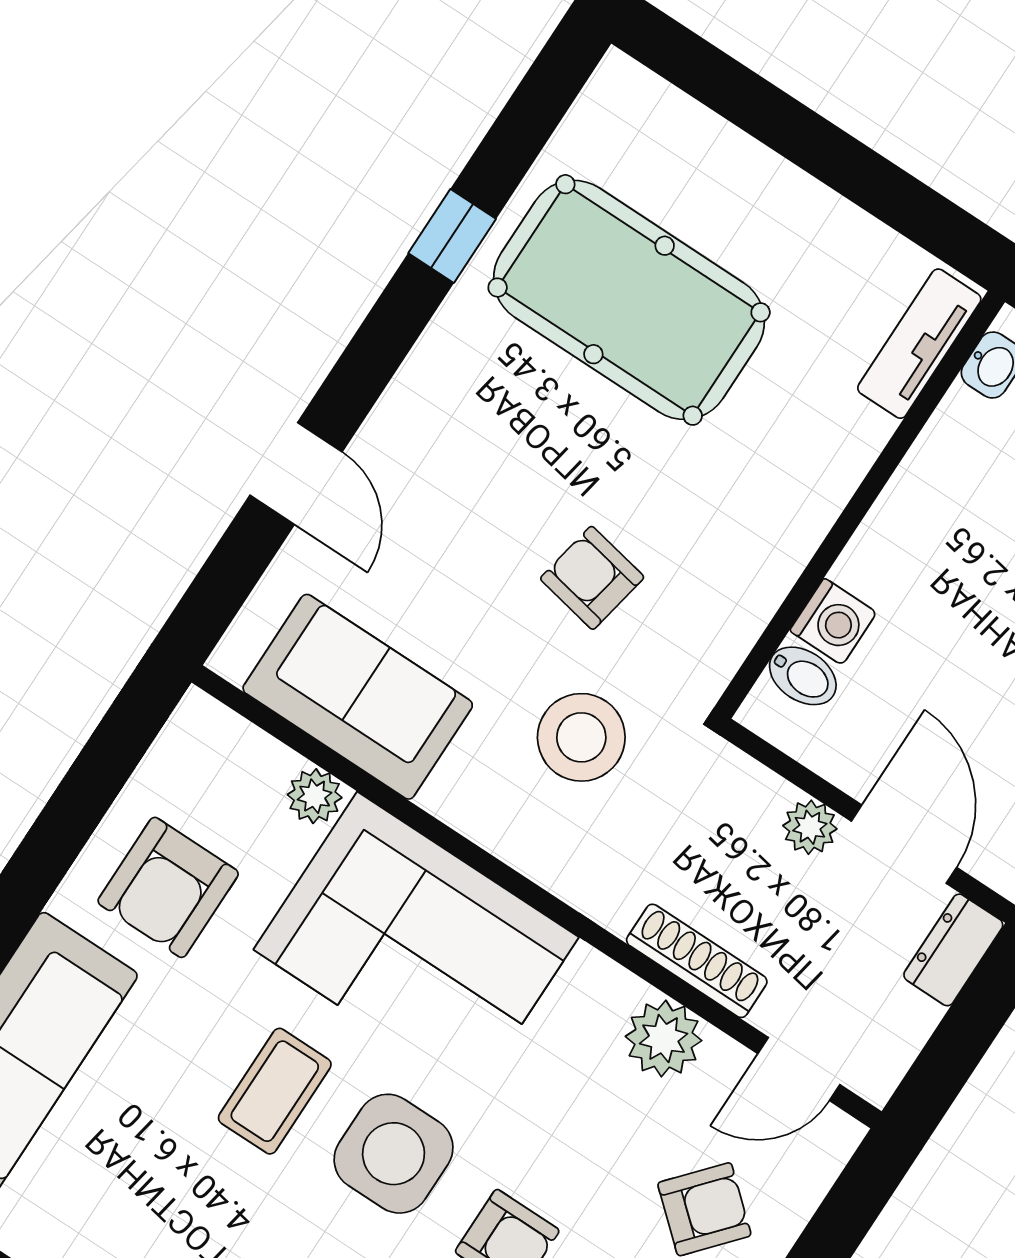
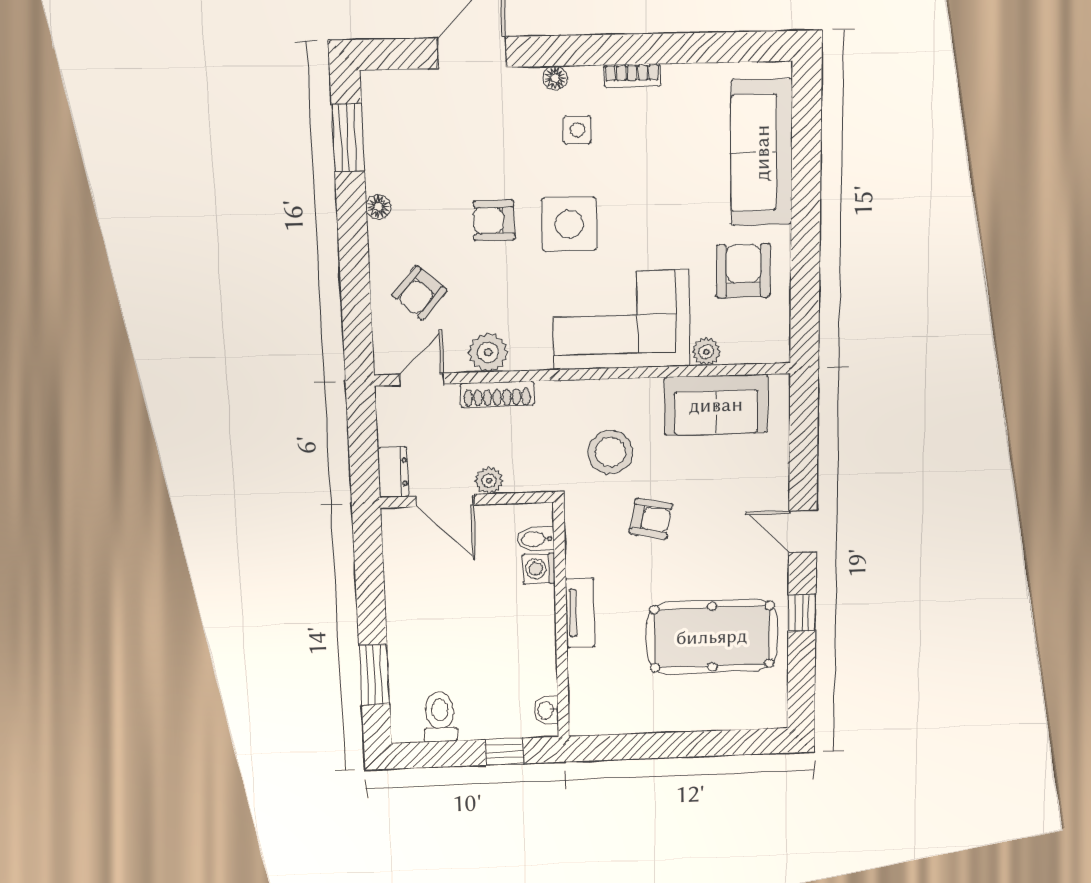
tv unit: (919, 344) -> (580, 613), moved
door: (296, 474) -> (803, 531), moved
coffee table: (275, 1091) -> (639, 216), removed

